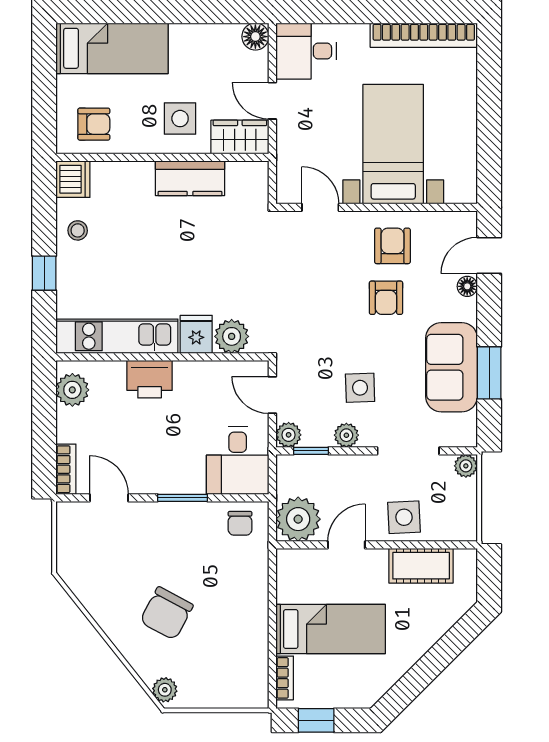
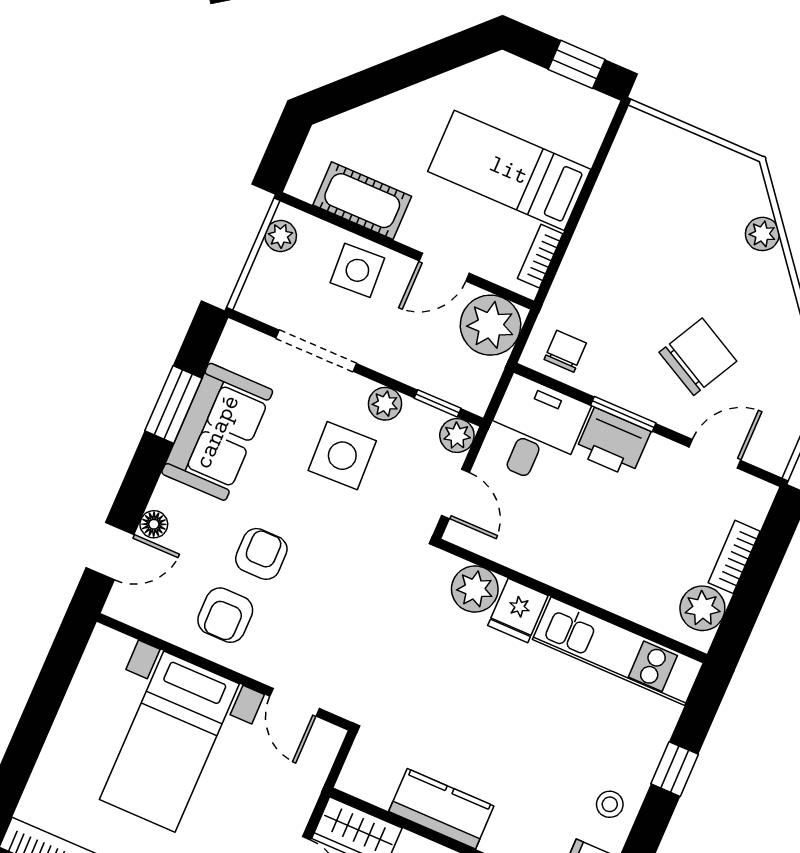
printer: (150, 379) -> (613, 442), moved, turned 180
side table: (360, 388) -> (342, 456), width x1.37, depth x1.37
plant: (466, 466) -> (281, 236), moved
bookcase: (66, 469) -> (734, 557), moved
door: (109, 498) -> (715, 454), swing flipped
chair: (167, 613) -> (698, 357), moved
bookcase: (285, 678) -> (540, 256), moved
plant: (165, 690) -> (762, 234), moved

